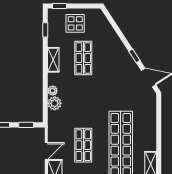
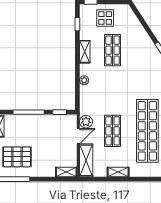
plant: (55, 103) -> (86, 122), moved

